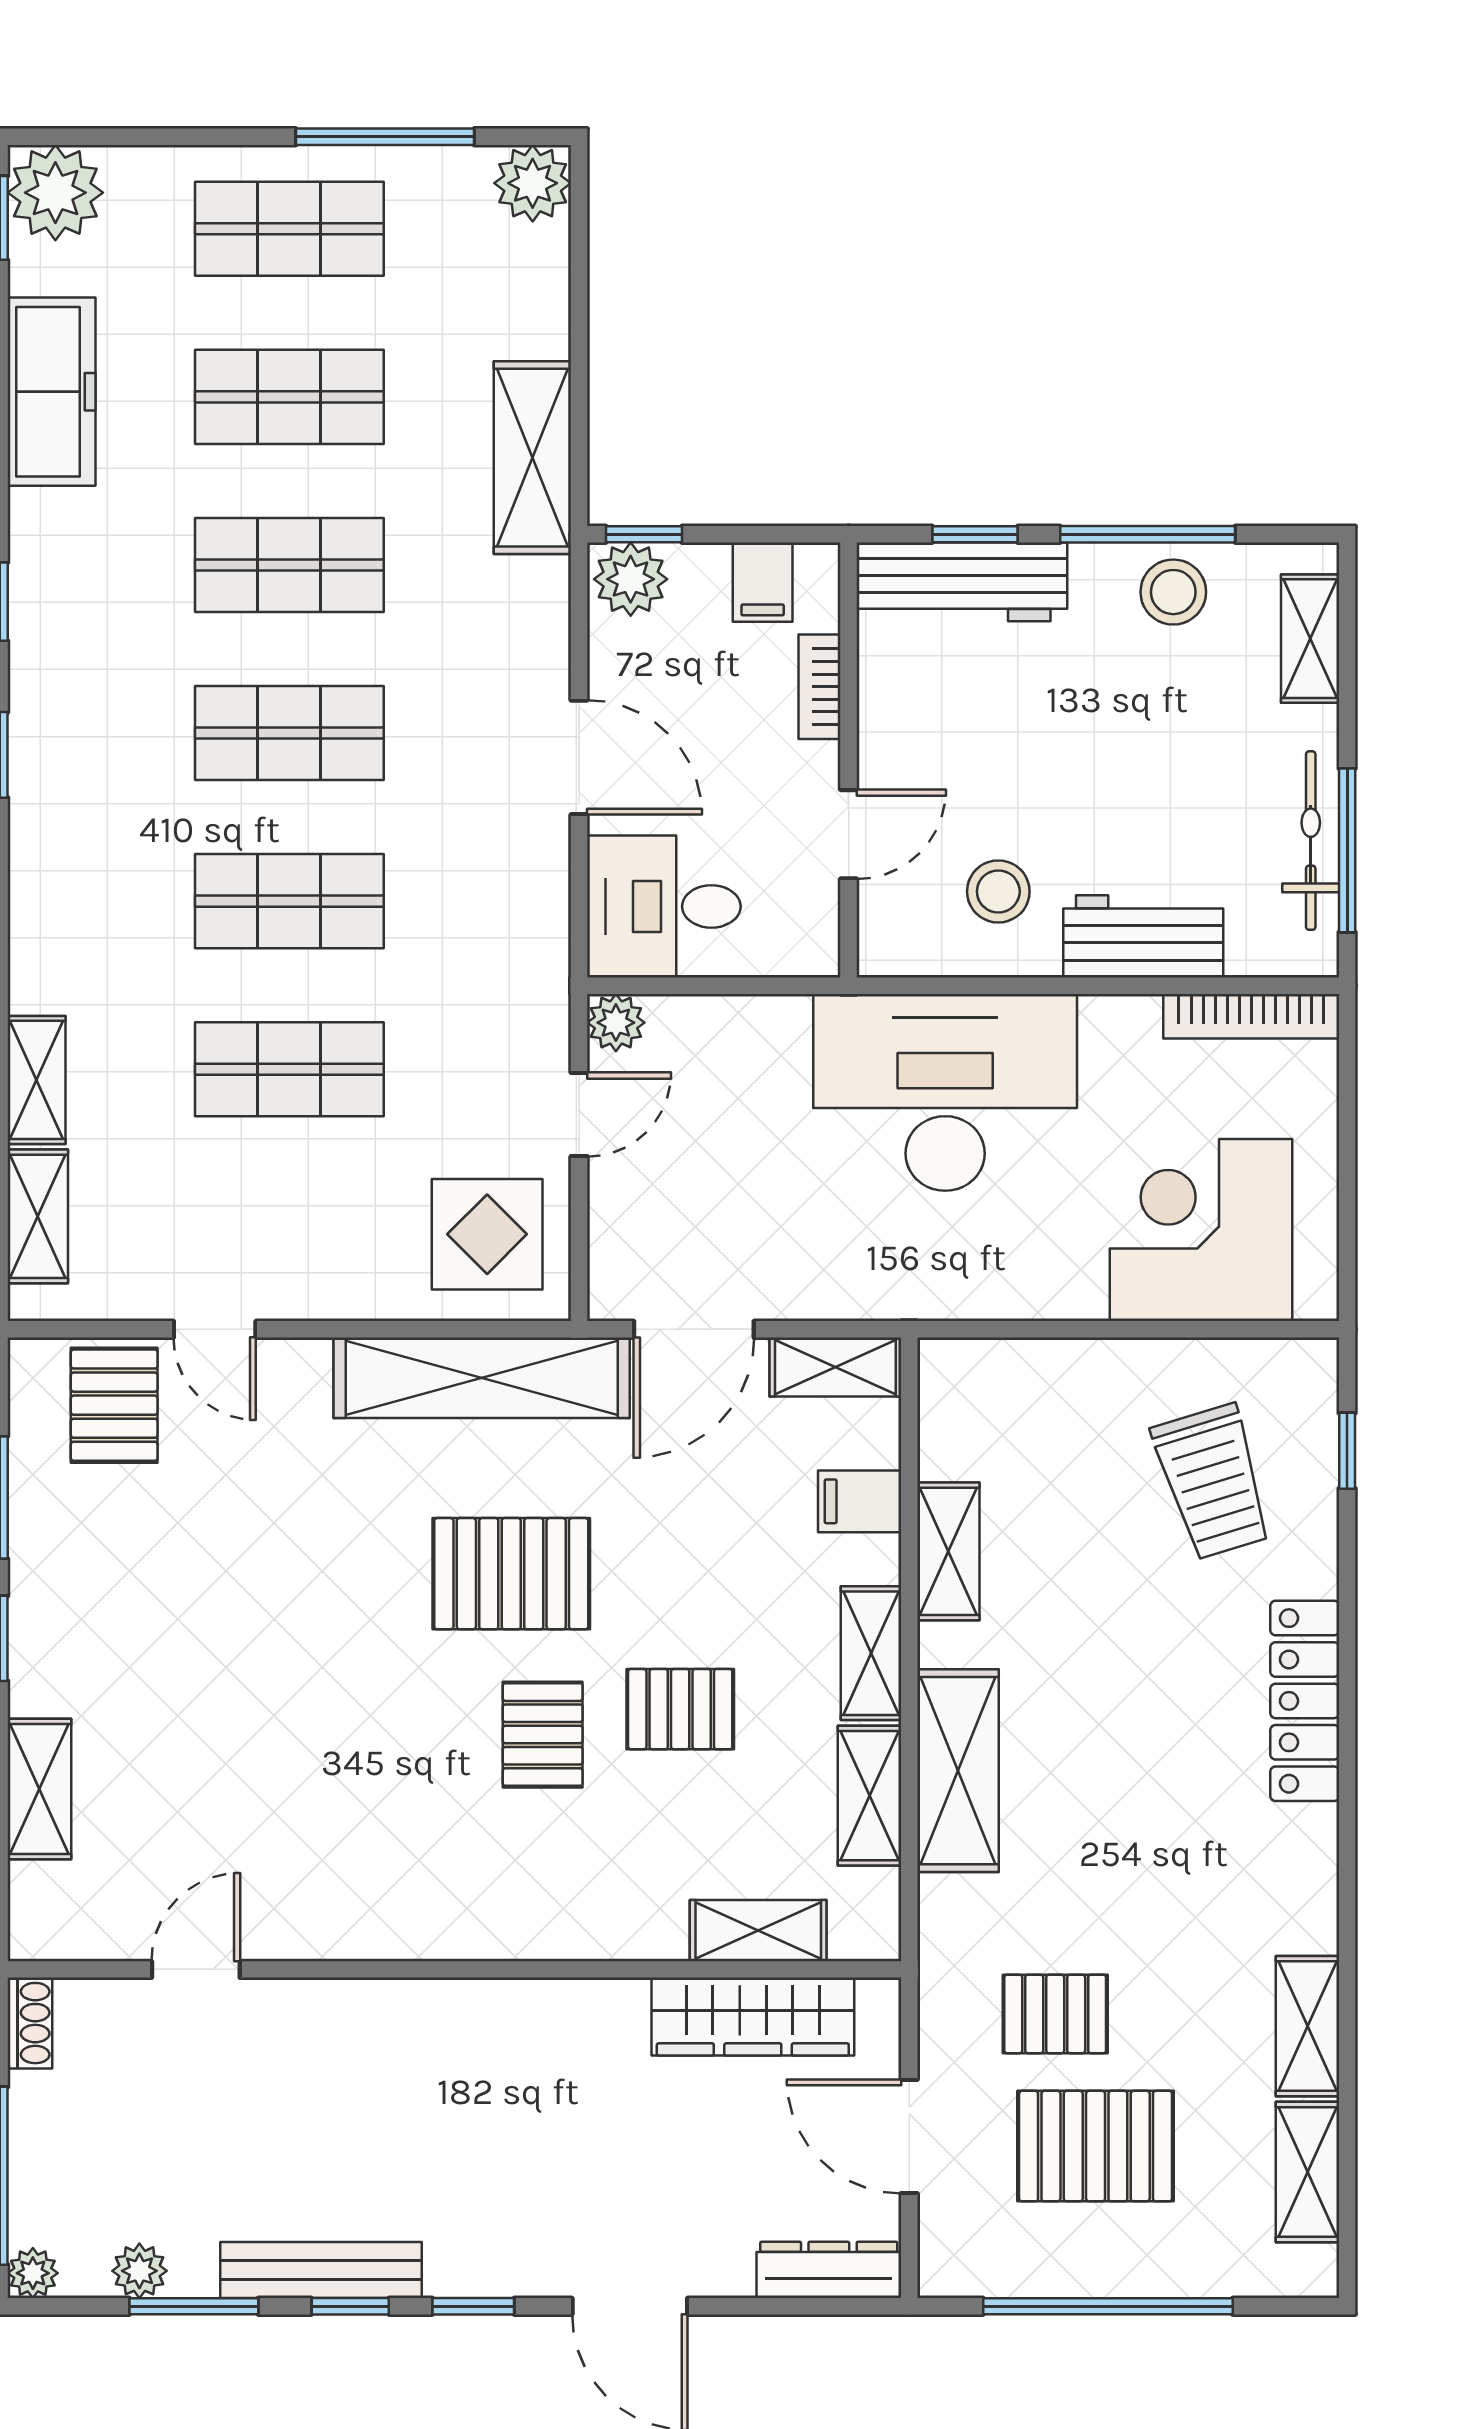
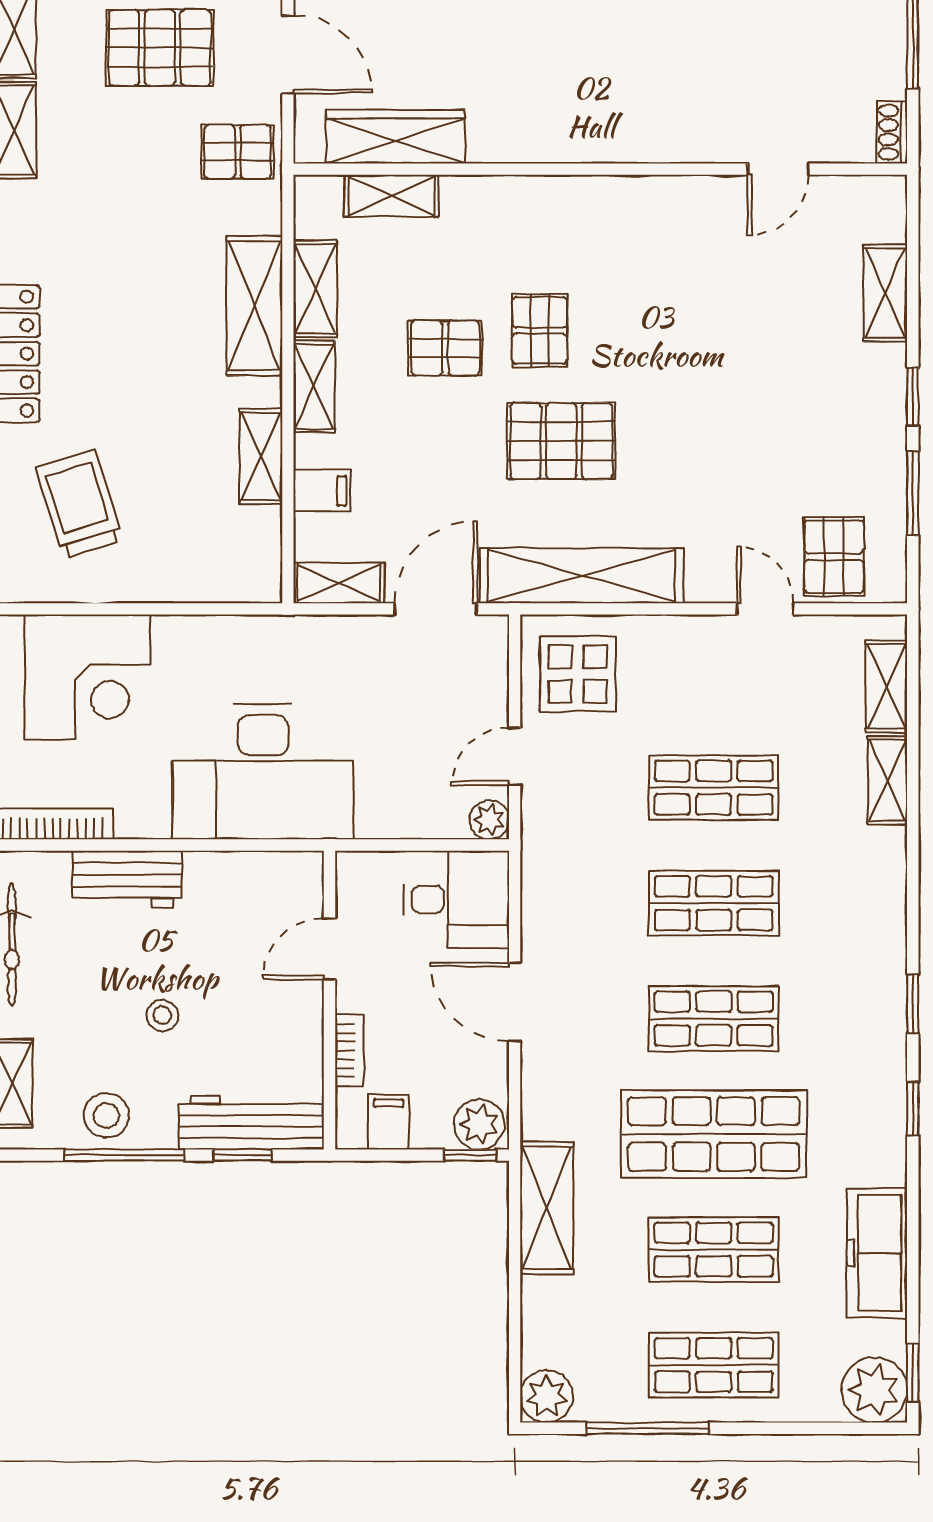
shop shelf: (289, 565) -> (714, 1134), width x1.43, depth x1.36
stool: (998, 891) -> (162, 1015), moved, width x0.73, depth x0.73
pallet: (1055, 2014) -> (238, 152), moved

